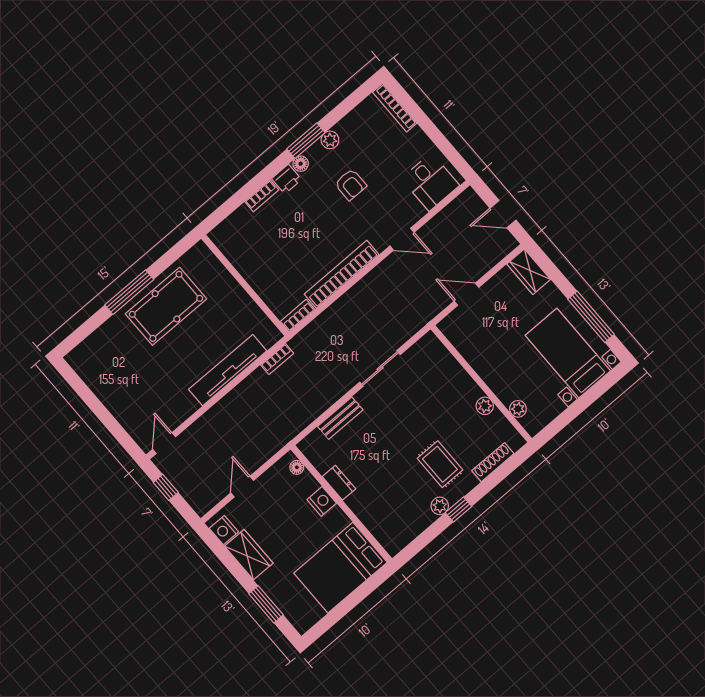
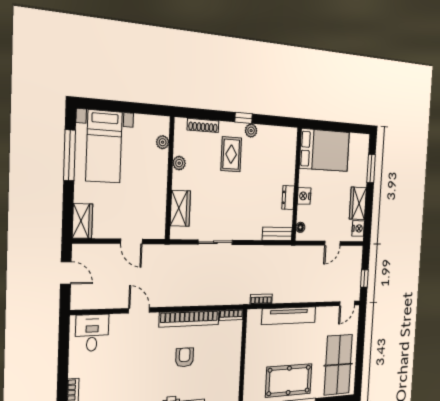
armchair: (351, 185) -> (185, 357), moved
wardrobe: (446, 367) -> (180, 208), added
table tennis table: (115, 372) -> (338, 365), added
bench: (340, 418) -> (277, 234), moved

